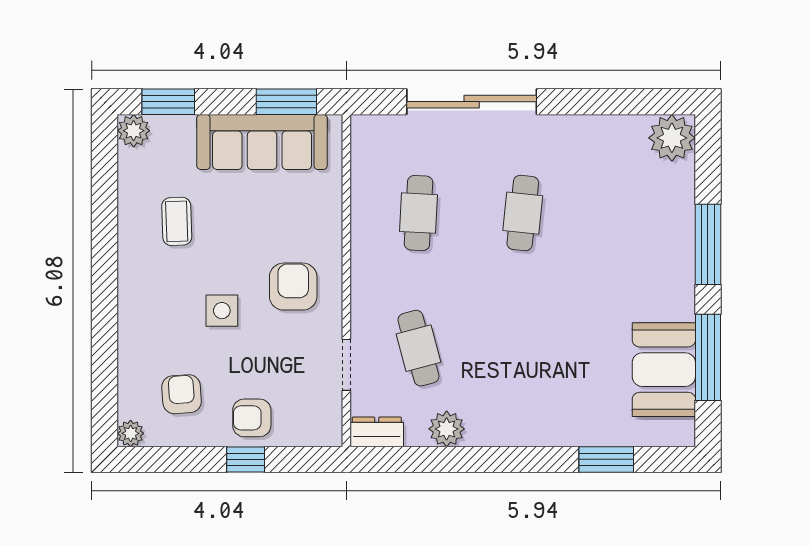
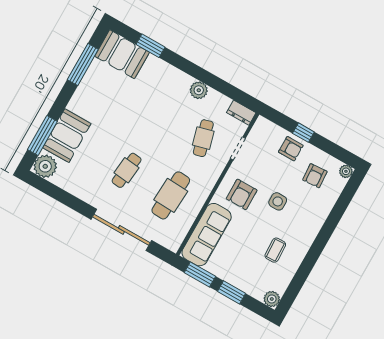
window: (168, 102) -> (231, 292), moved
sofa: (262, 142) -> (207, 235), moved, turned 90
cafe table: (419, 213) -> (171, 195), width x1.37, depth x1.35
booth: (664, 214) -> (67, 136), added
window: (708, 244) -> (42, 136), moved
booth: (664, 370) -> (122, 54), moved, turned 90
plant: (447, 429) -> (199, 90), moved

